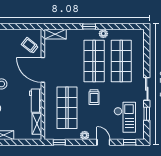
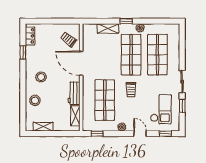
shelving: (55, 34) -> (108, 28), moved

